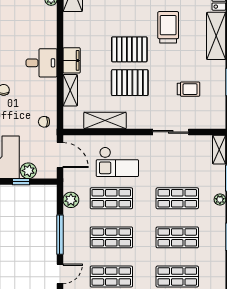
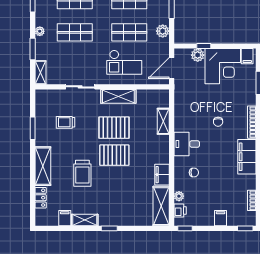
filing cabinet: (72, 60) -> (162, 175), moved
shelving: (105, 121) -> (118, 96), moved
chair: (44, 122) -> (194, 172), moved
door: (60, 155) -> (172, 68), hinge flipped
checkout: (117, 162) -> (124, 62), turned 180

